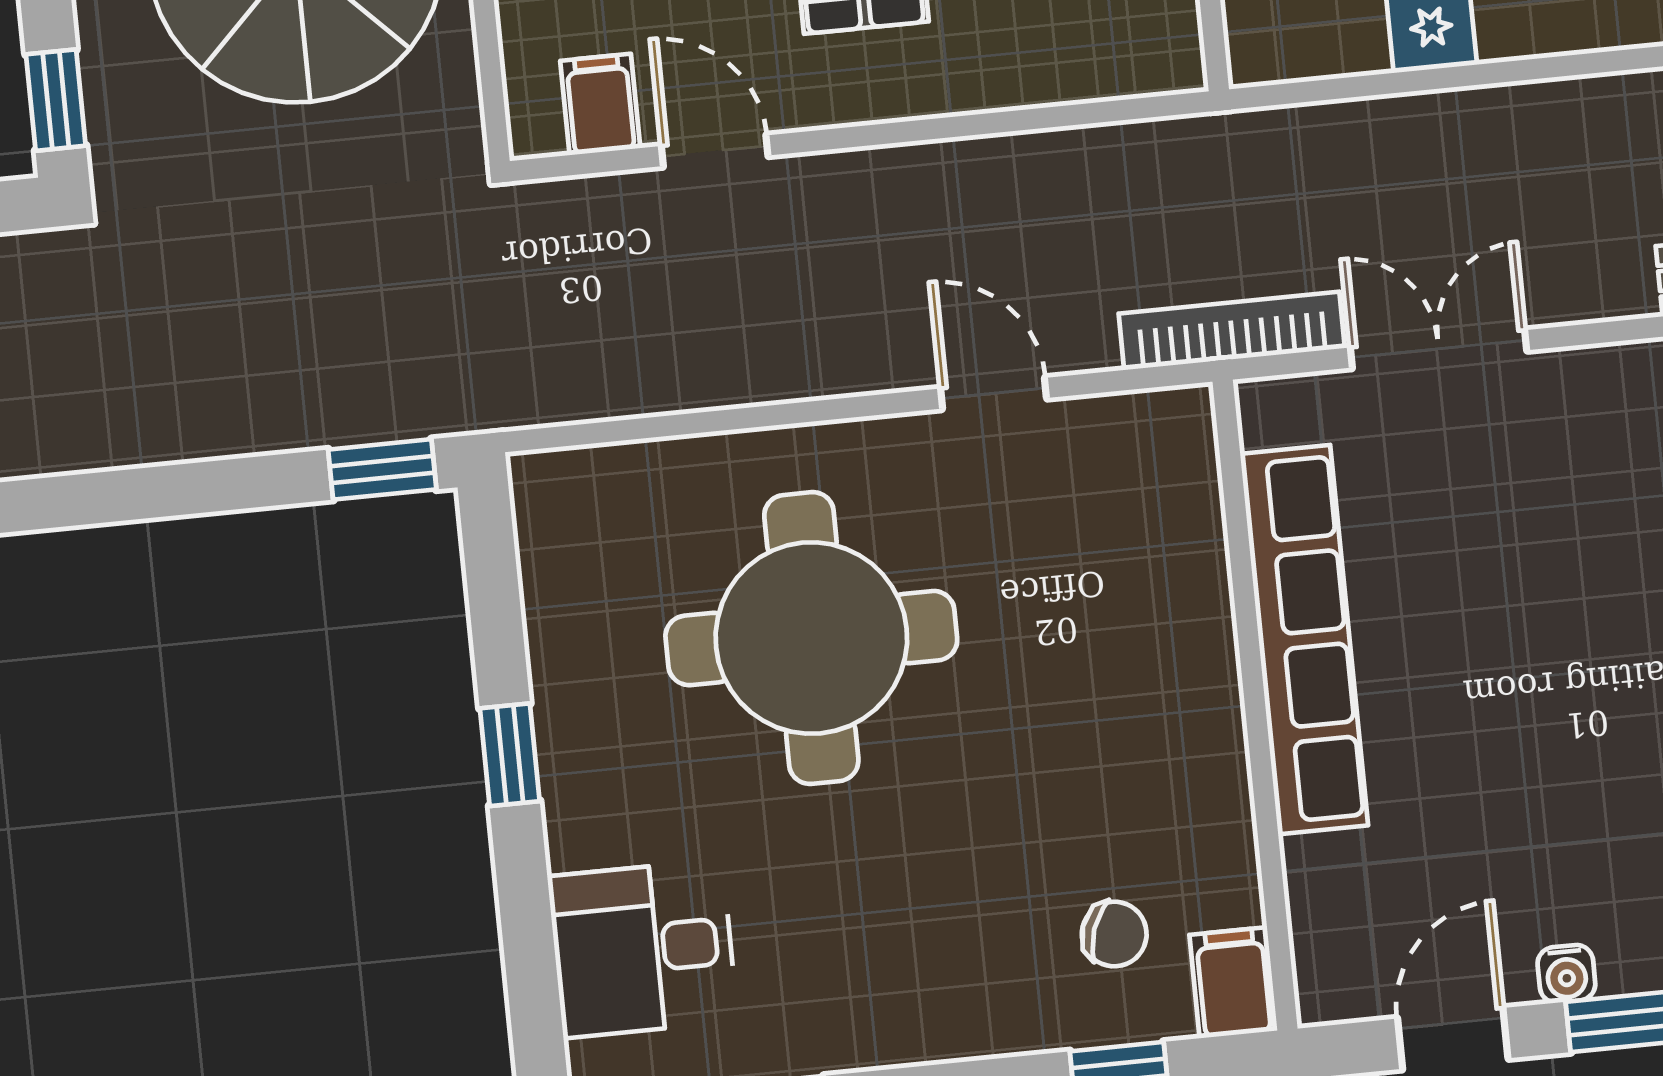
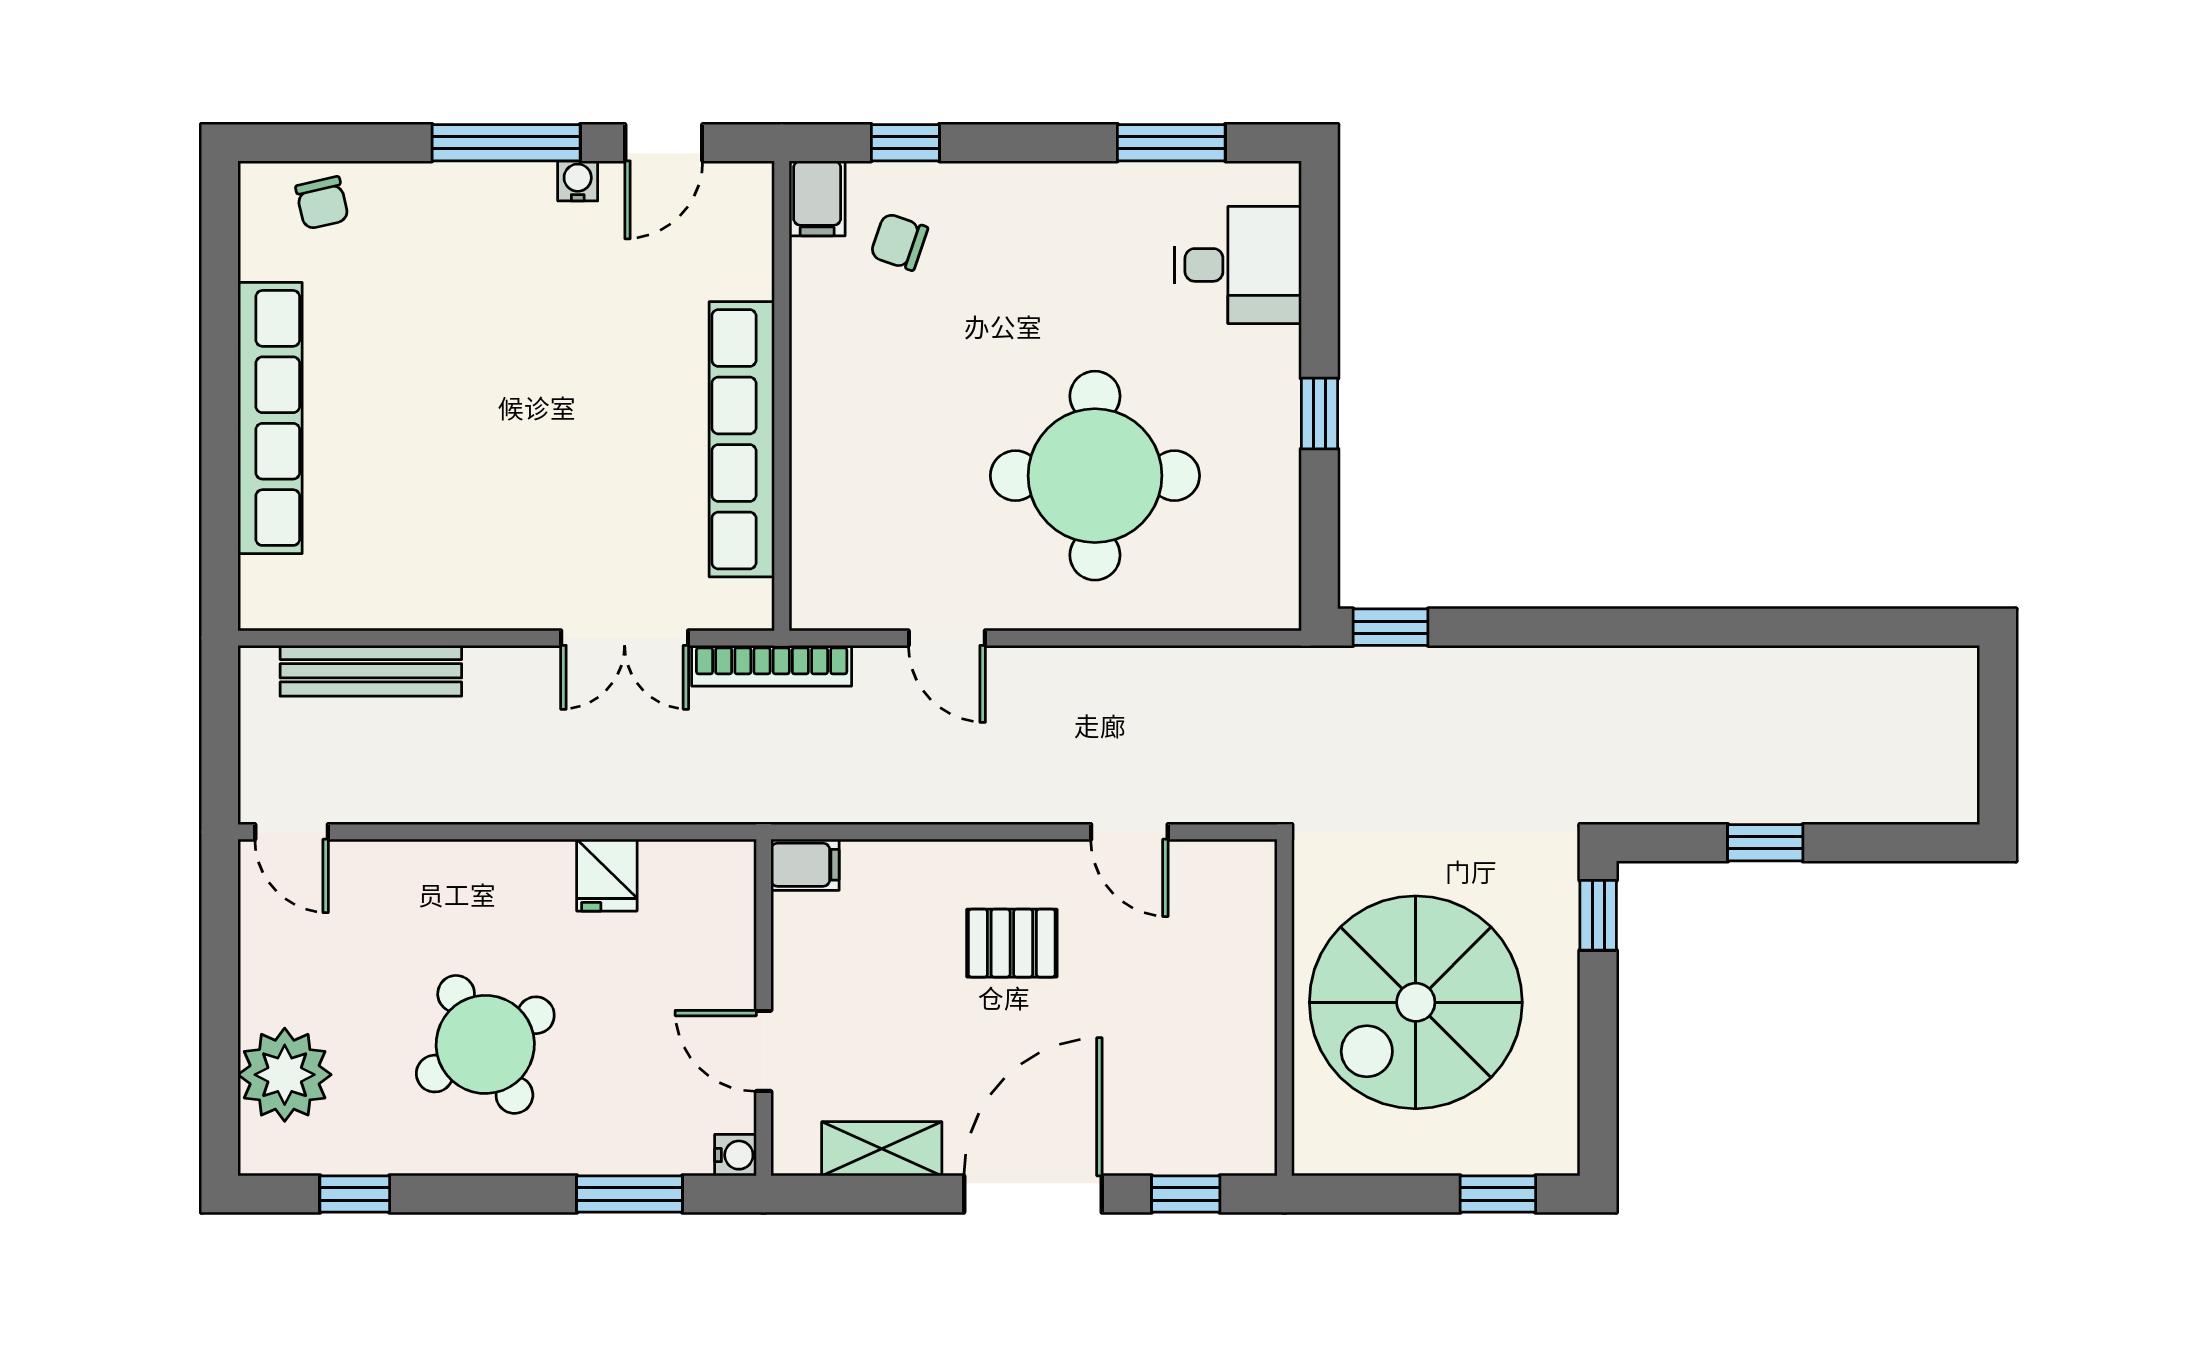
filing cabinet: (600, 104) -> (805, 865), moved, turned -90

